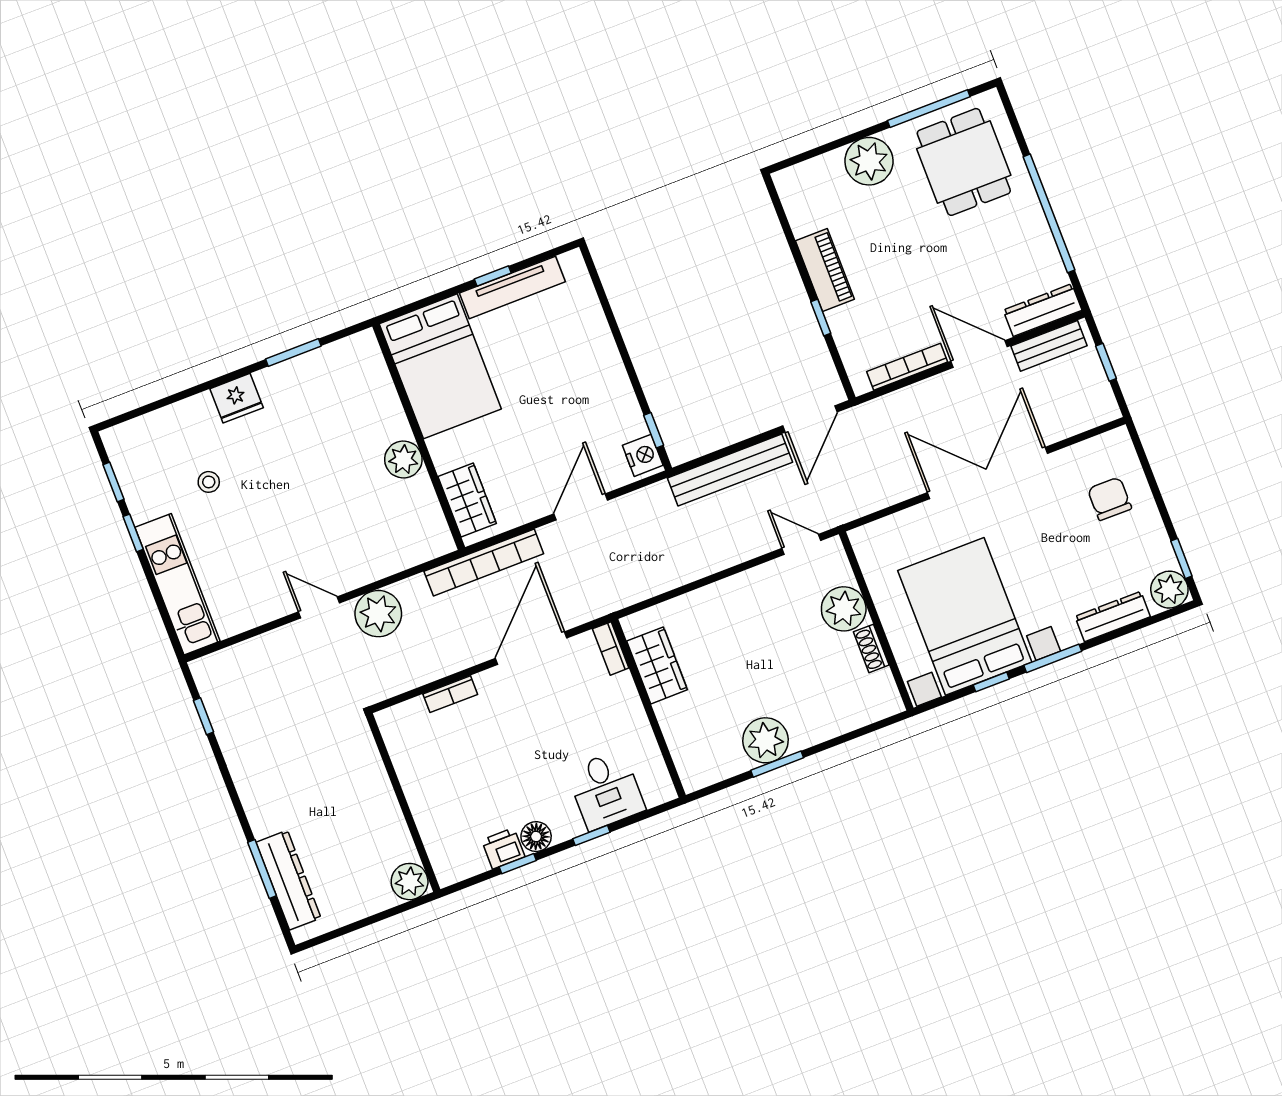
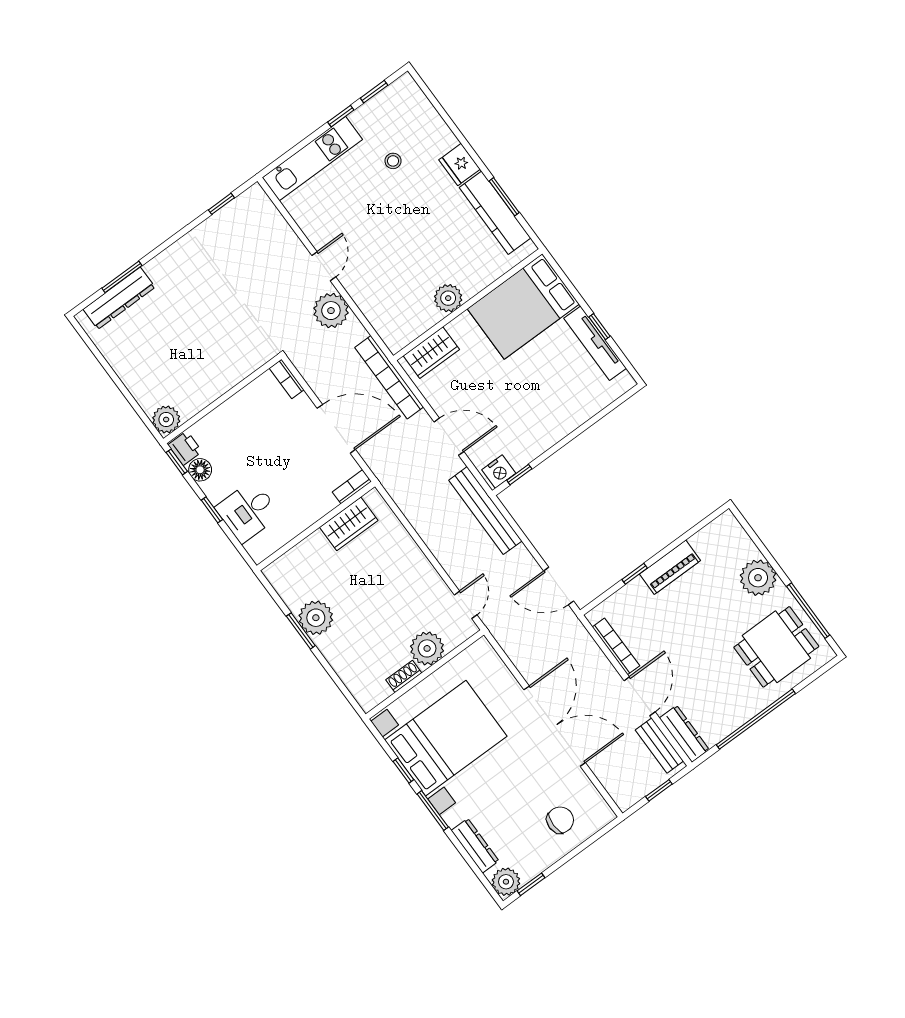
kitchen counter: (311, 370) -> (495, 213), added
bench: (730, 470) -> (485, 511), moved
wall: (403, 803) -> (222, 399), moved
plant: (410, 882) -> (166, 419), moved

